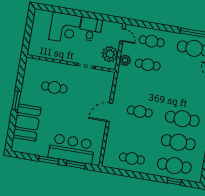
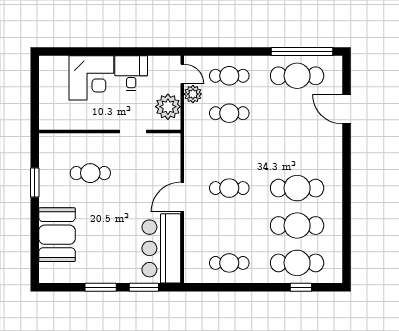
plant: (125, 60) -> (193, 94), moved
window: (16, 100) -> (35, 183), moved
bar counter: (72, 149) -> (161, 248), moved, turned -90

